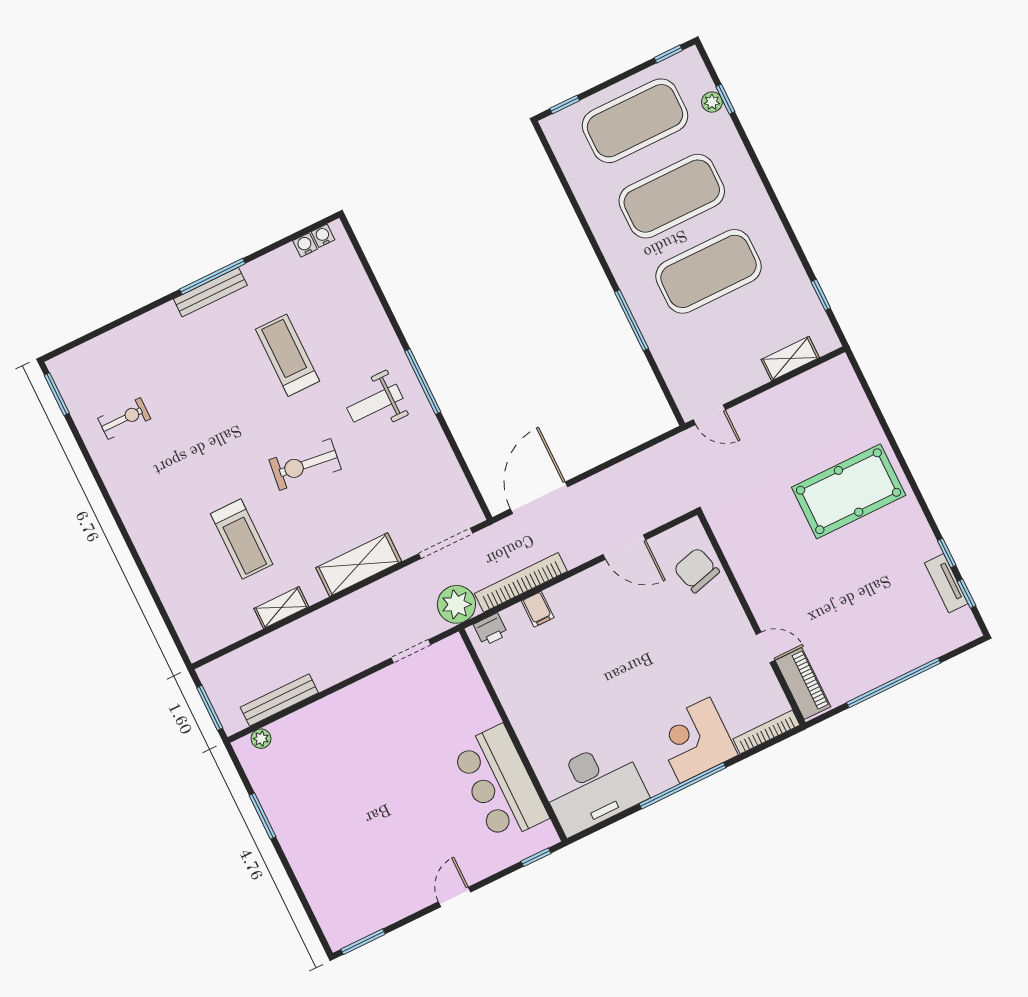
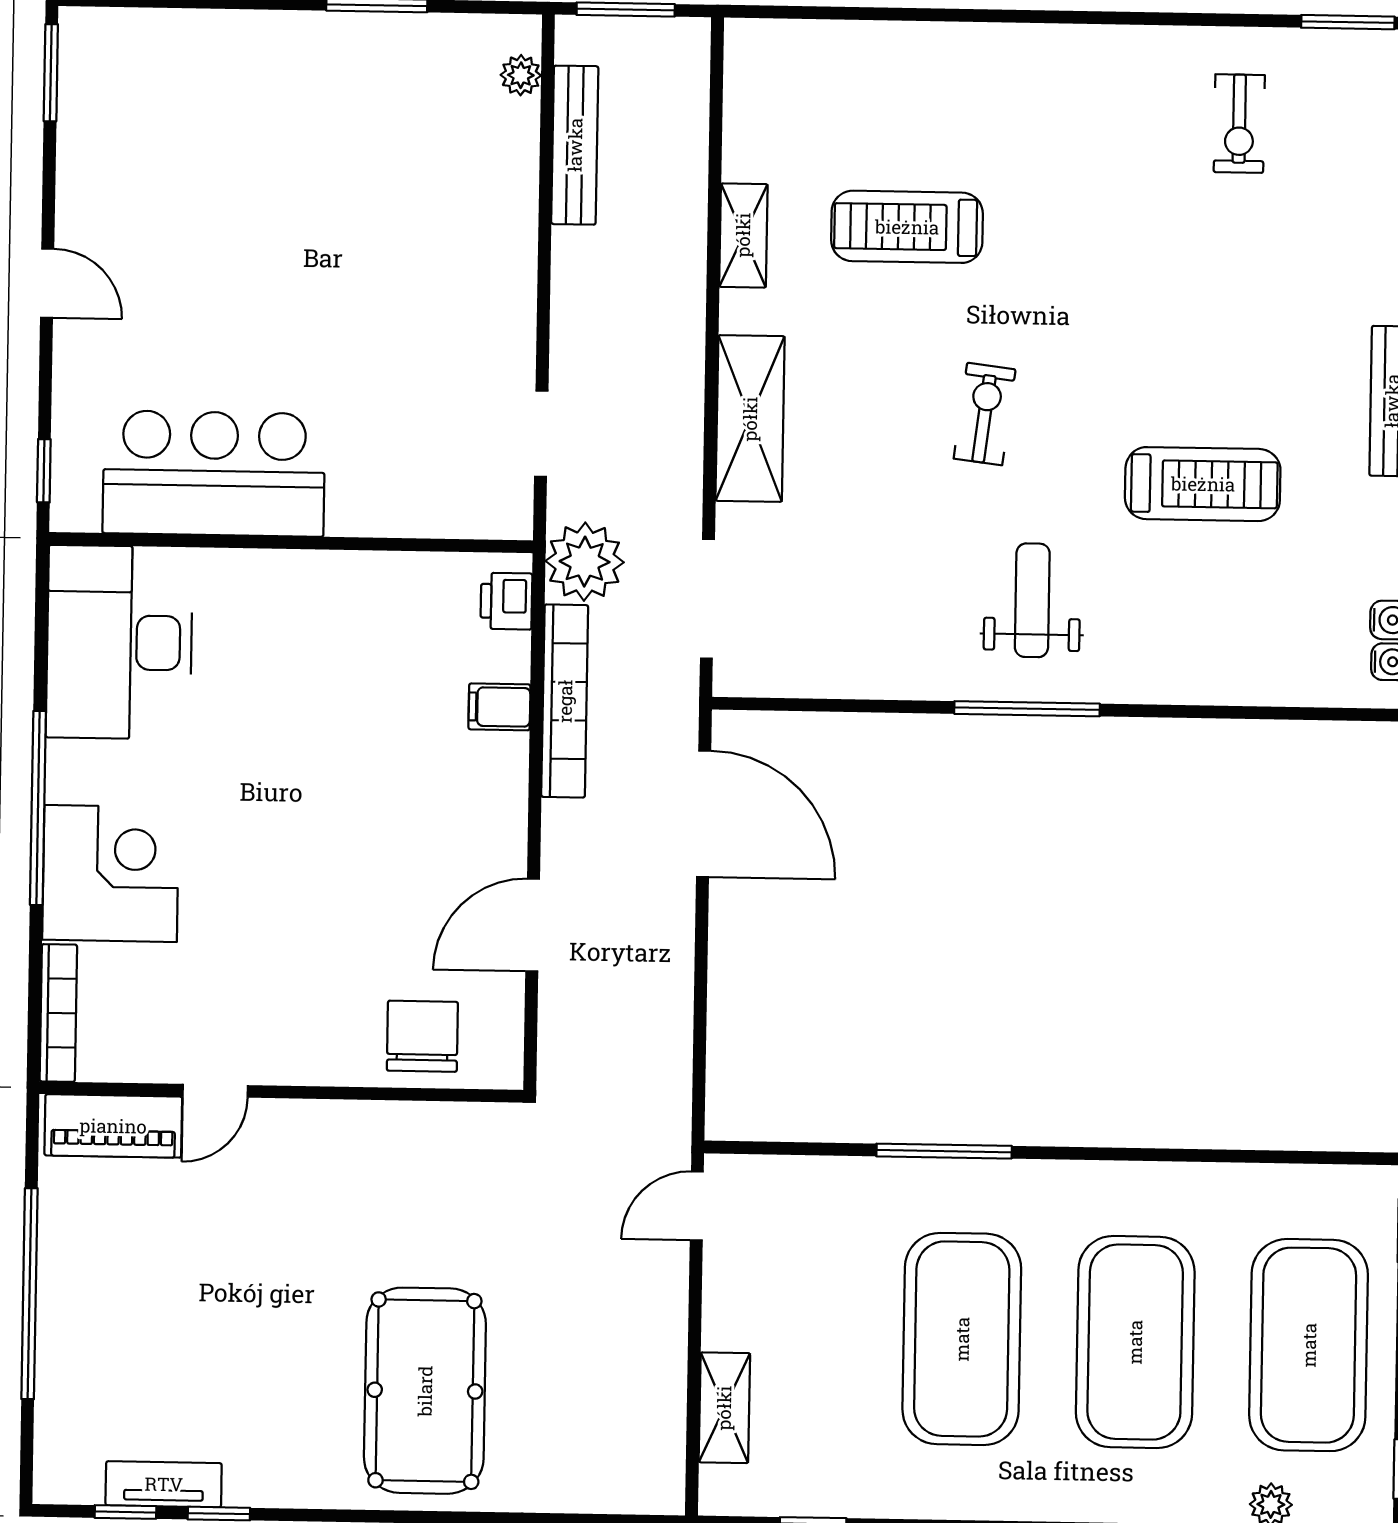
exercise bike: (305, 465) -> (985, 414), width x0.73, depth x0.72
chair: (696, 570) -> (422, 1036), turned -75

